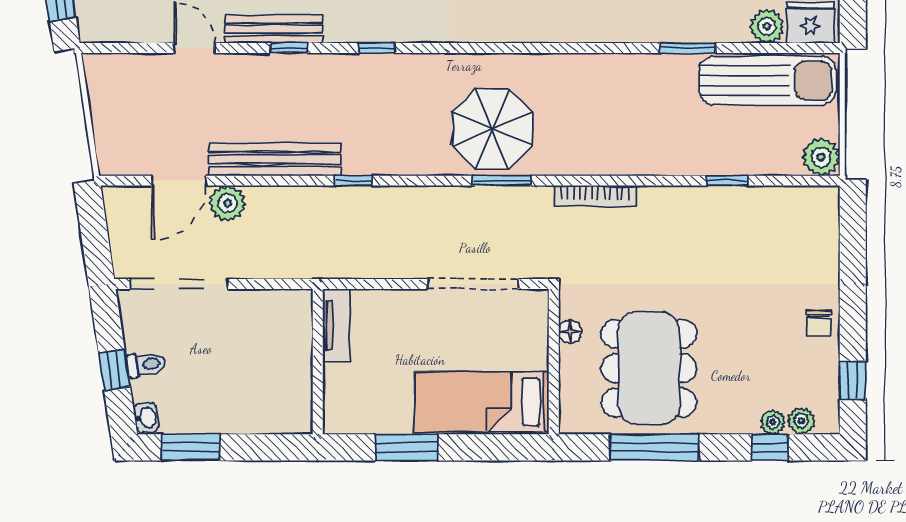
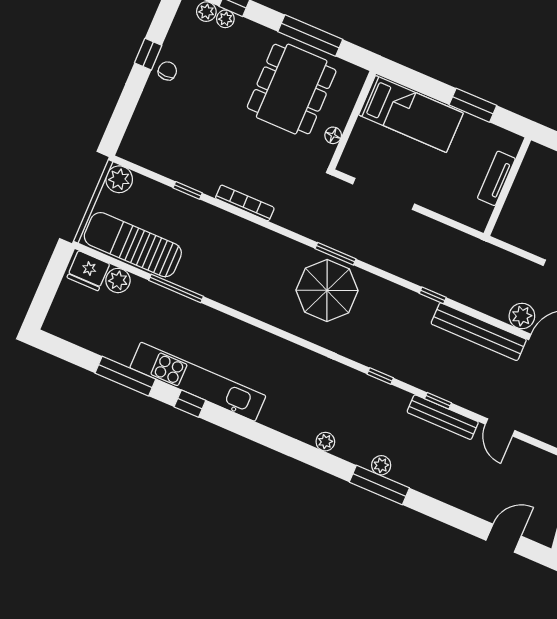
window: (688, 48) -> (176, 288), width x1.44
bookcase: (595, 196) -> (245, 203), moved
tv unit: (336, 325) -> (496, 178), moved
window: (853, 380) -> (148, 54), moved

